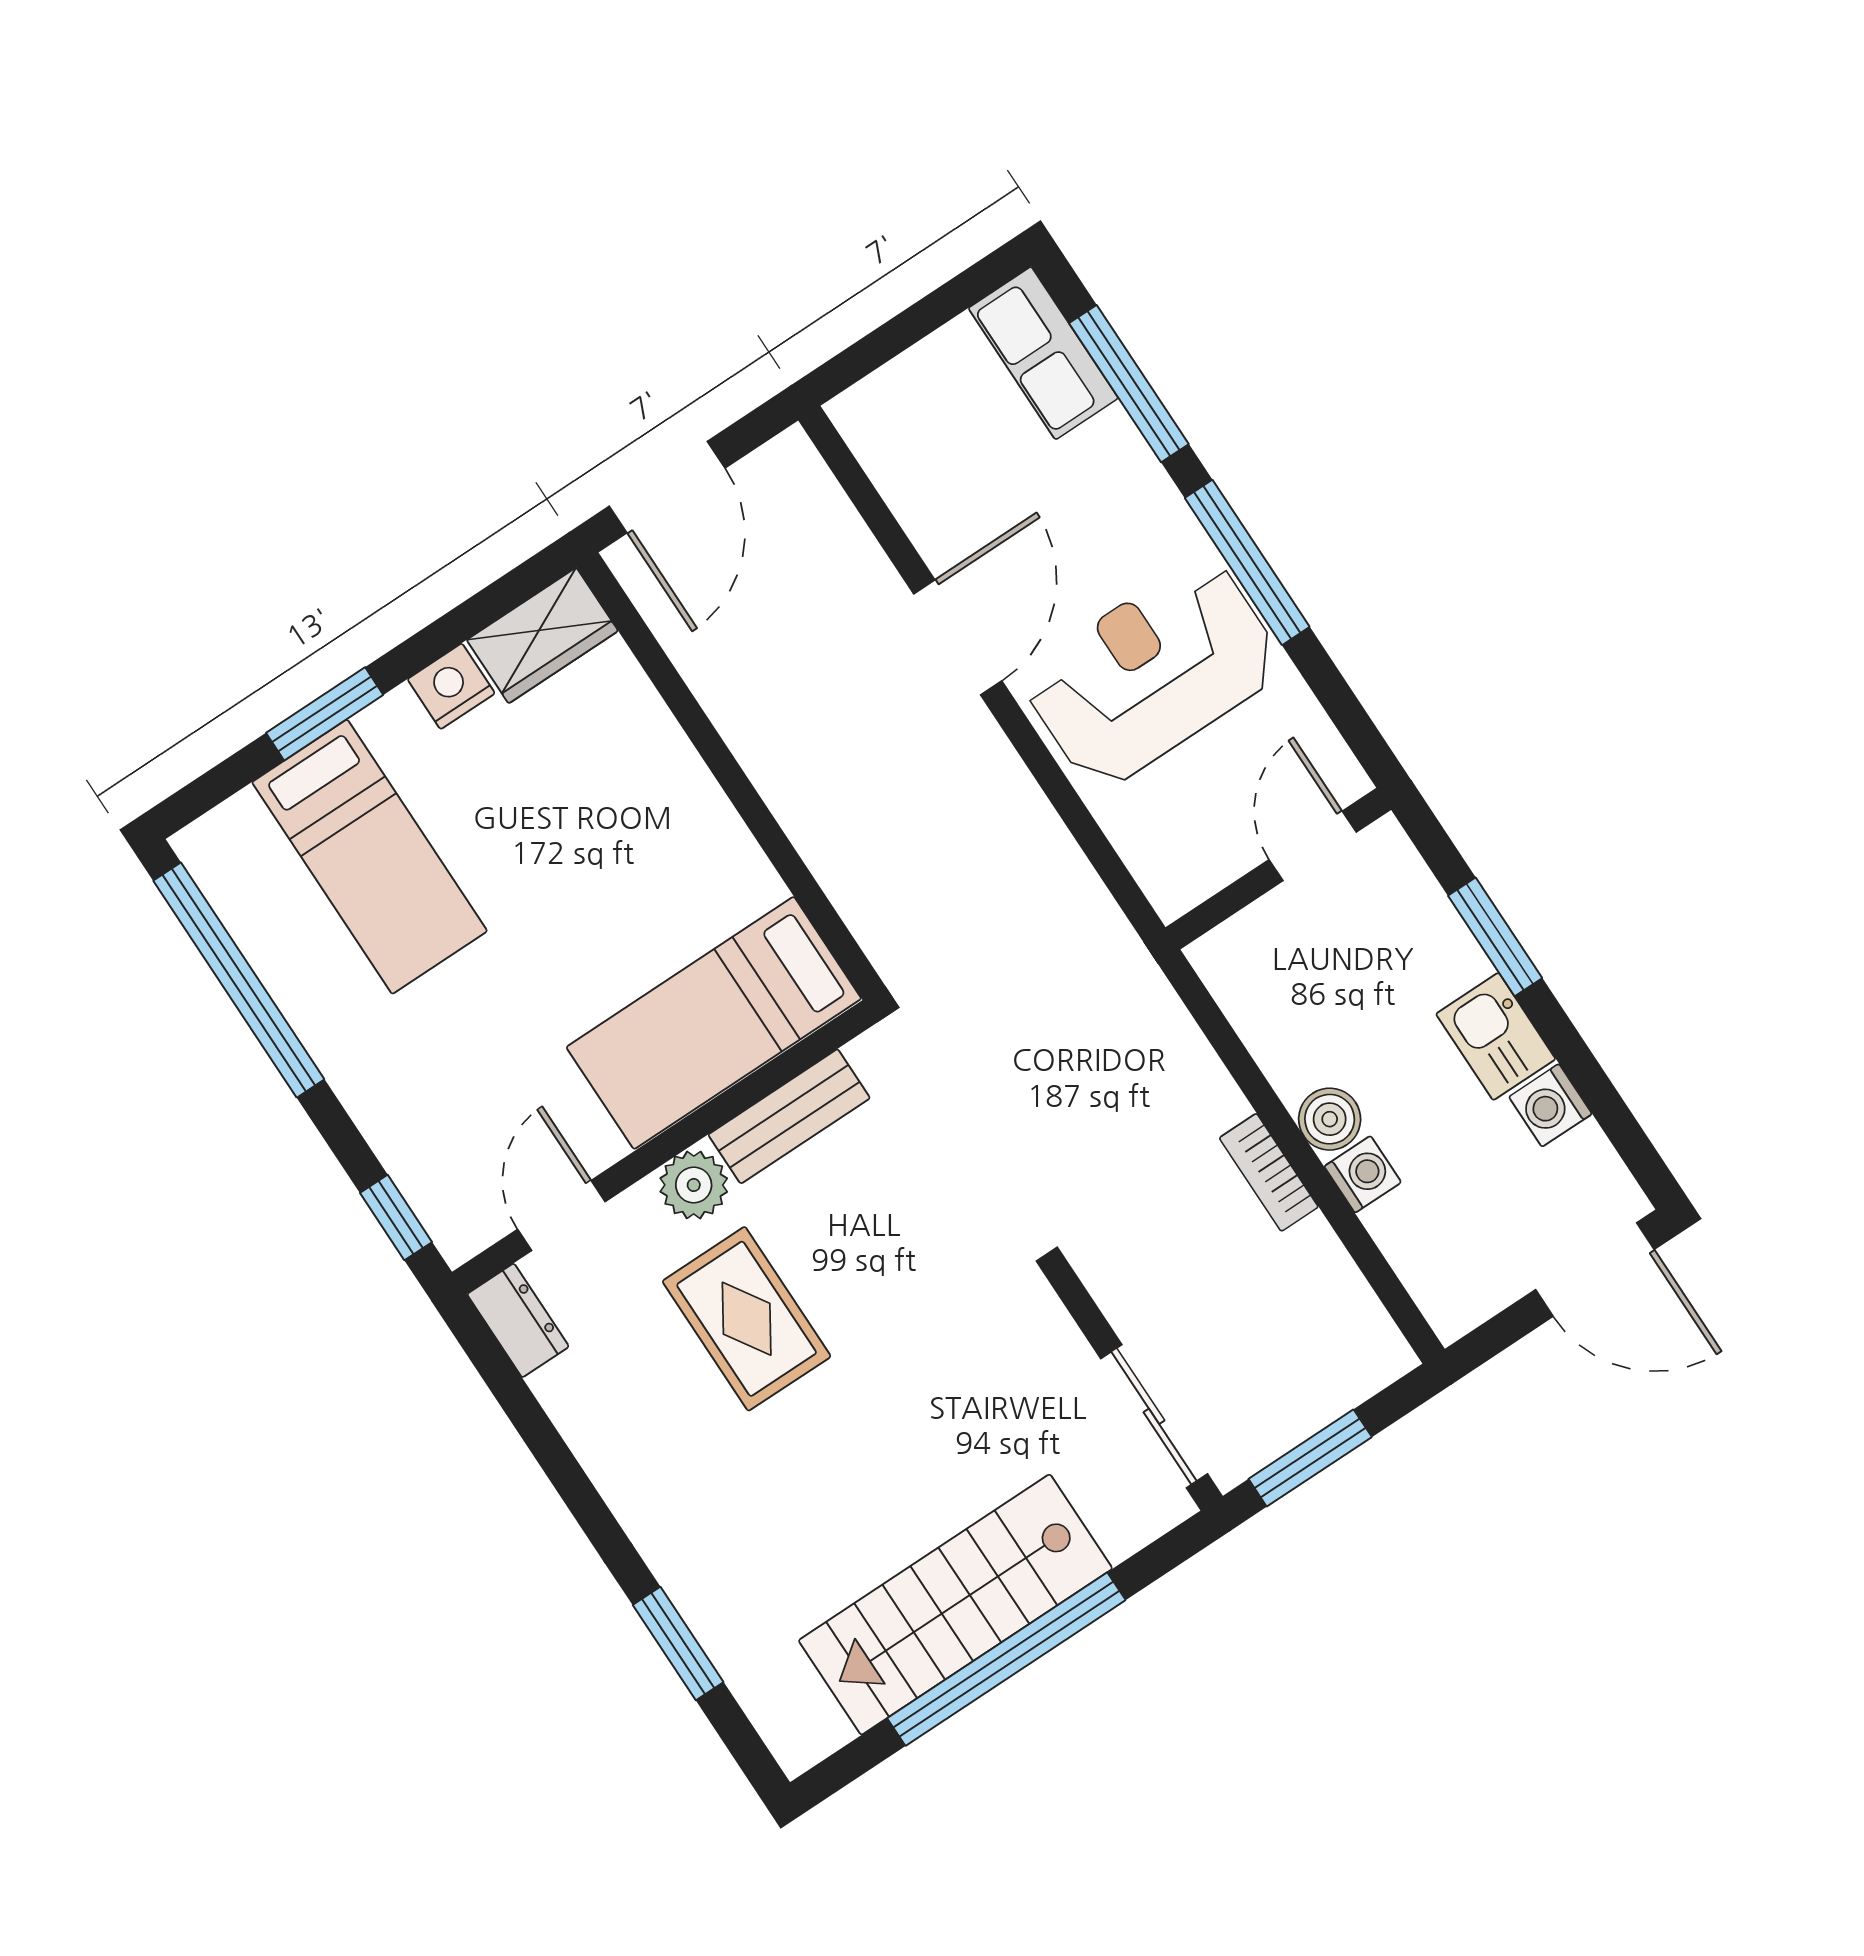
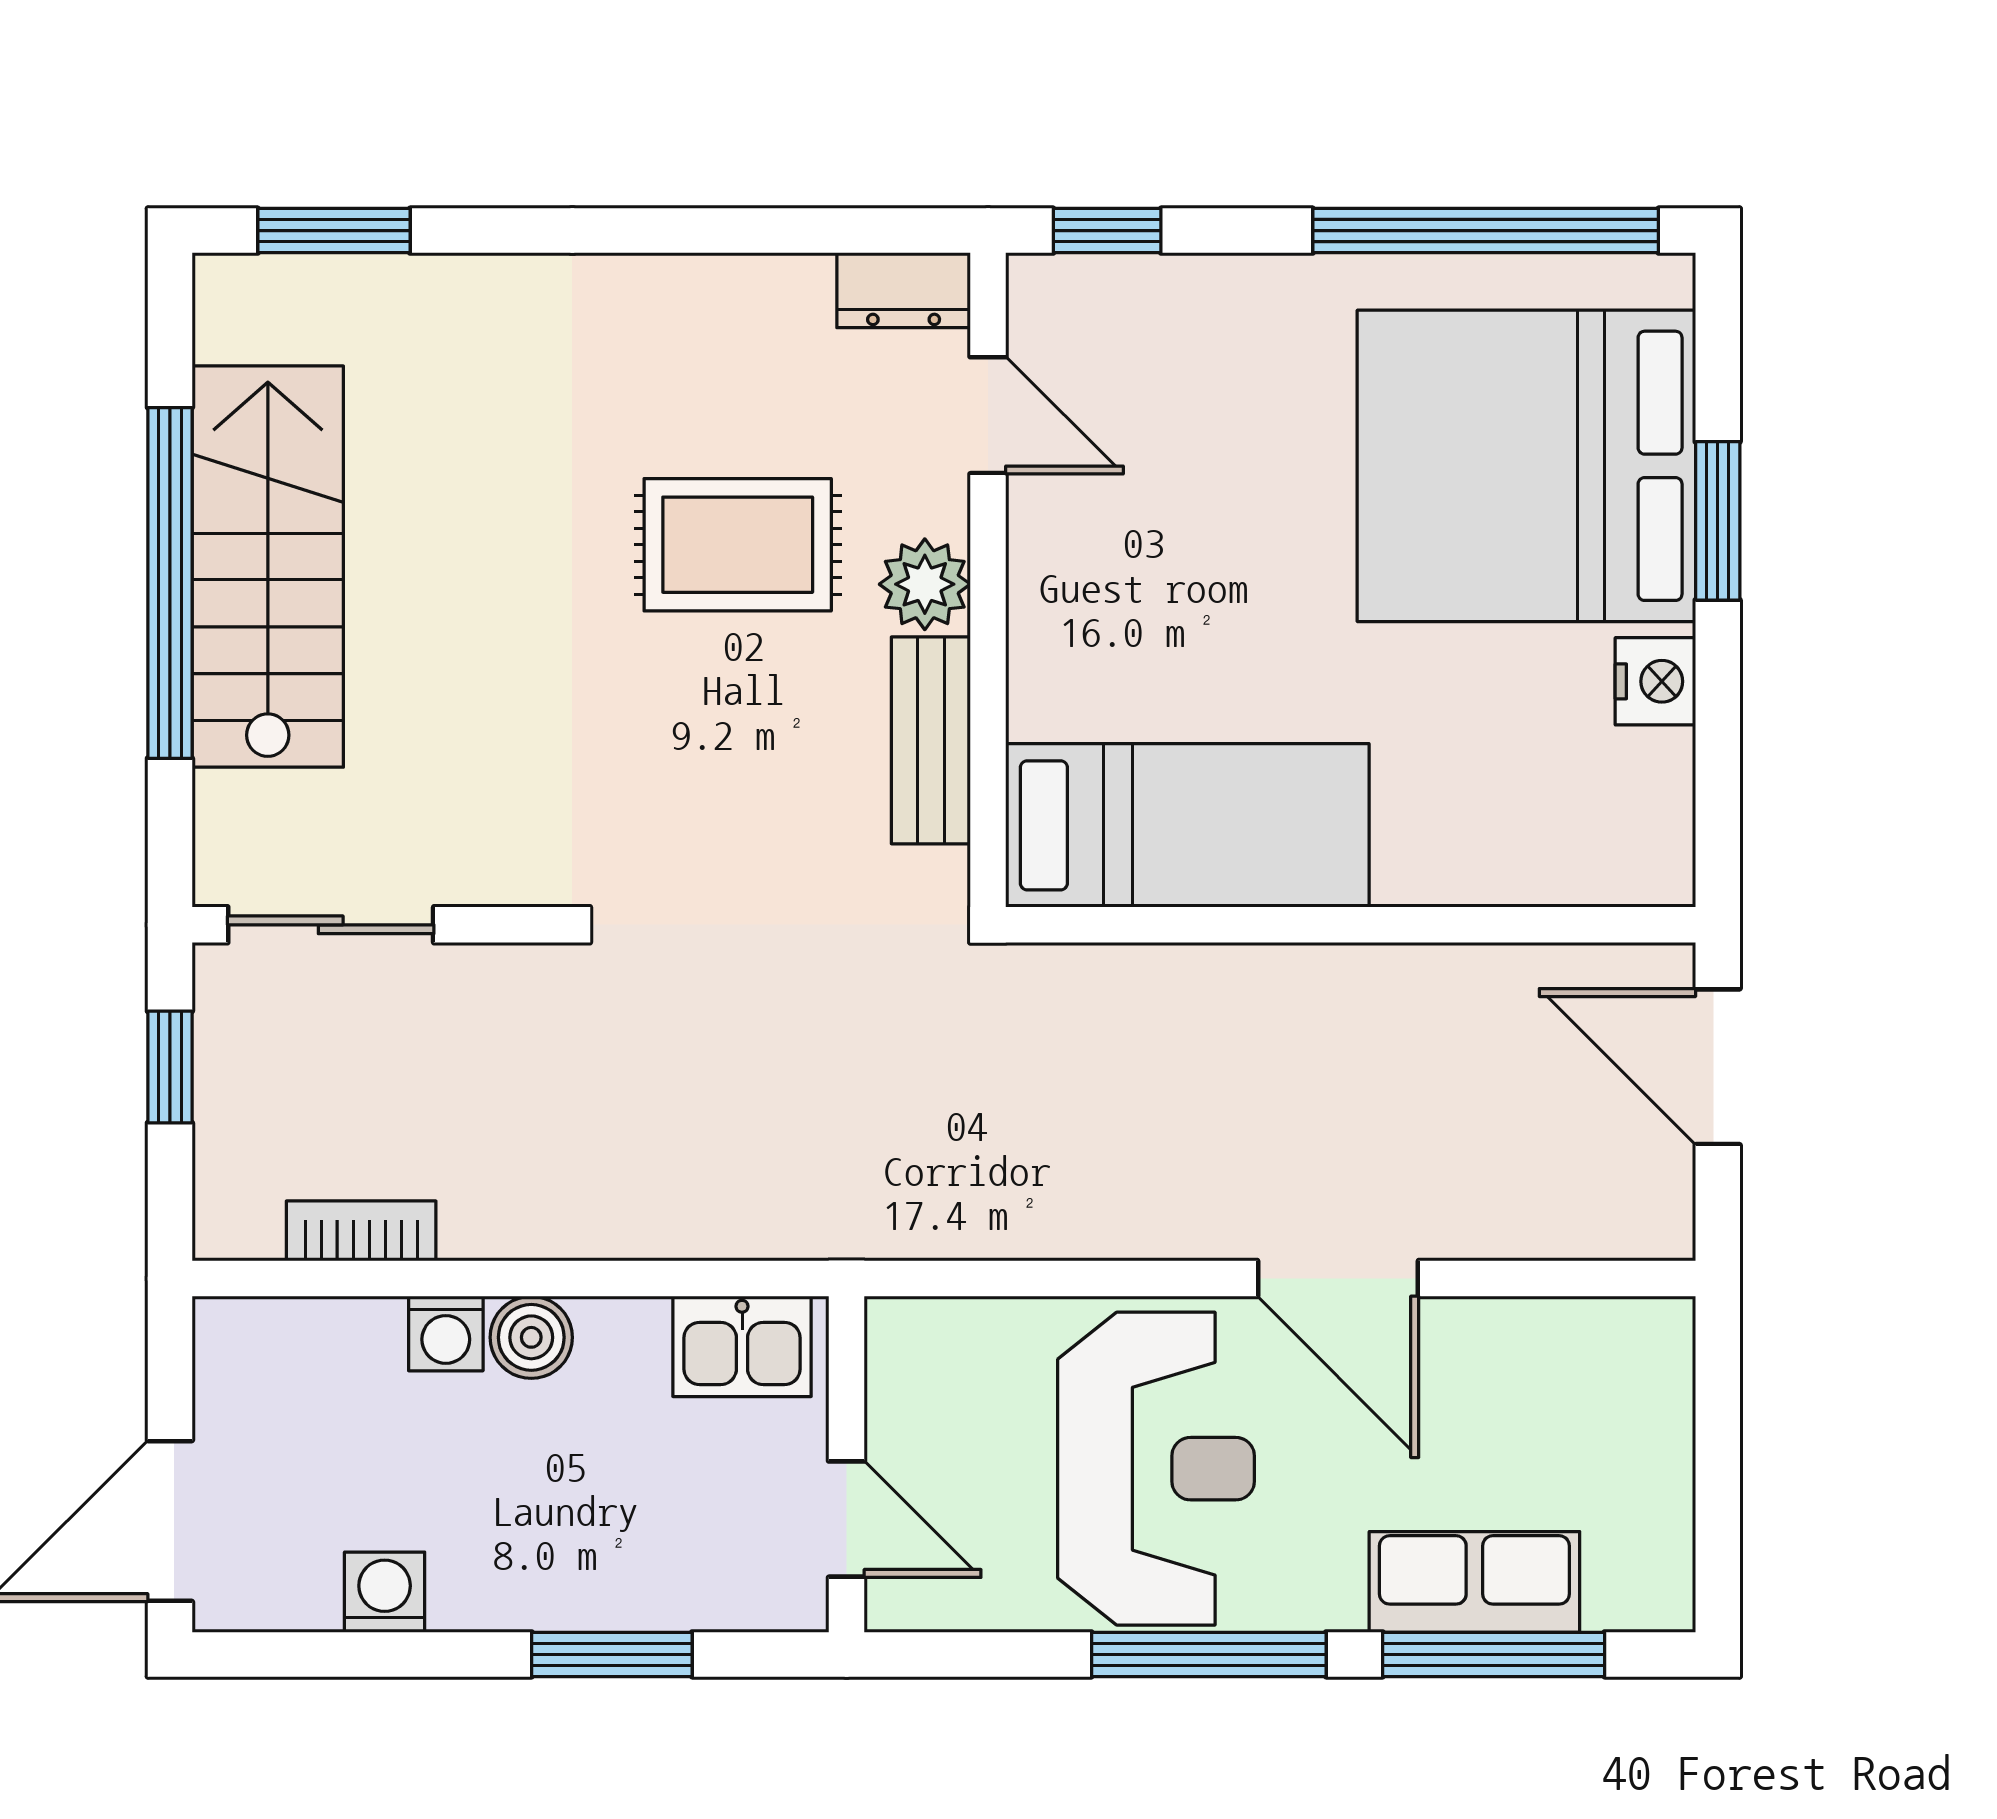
row of seats: (1043, 353) -> (1474, 1582), moved
wardrobe: (542, 635) -> (1645, 820), removed
bed: (370, 857) -> (1526, 466), width x2.04
bed: (714, 1023) -> (1187, 825), moved, turned 90
kitchen sink: (1496, 1036) -> (742, 1346), moved, turned 180
bookcase: (1269, 1172) -> (361, 1231), moved
window: (1310, 1458) -> (170, 1067), width x0.67
window: (678, 1644) -> (334, 231), moved

